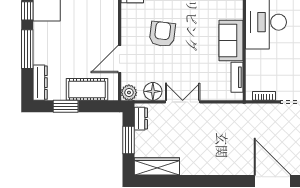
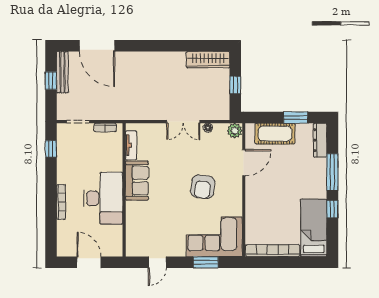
floor lamp: (153, 91) -> (208, 128), width x0.53, depth x0.53
dresser: (141, 119) -> (223, 106), removed
window: (128, 140) -> (235, 85), width x0.67

